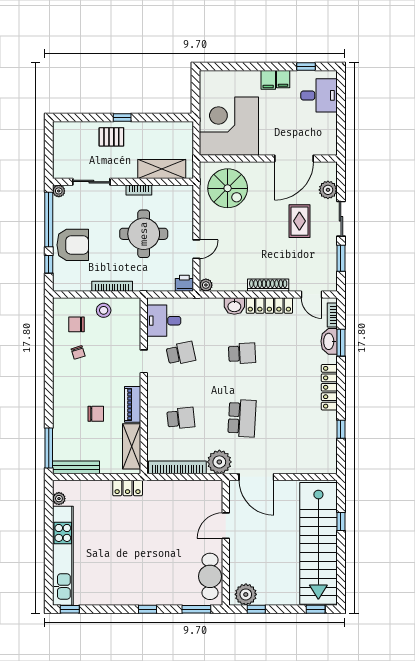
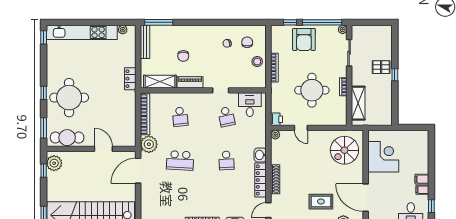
corner desk: (229, 126) -> (383, 157), width x0.74, depth x0.74
pallet: (111, 137) -> (381, 67), turned 90
round table: (154, 574) -> (69, 98), added

